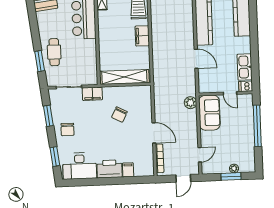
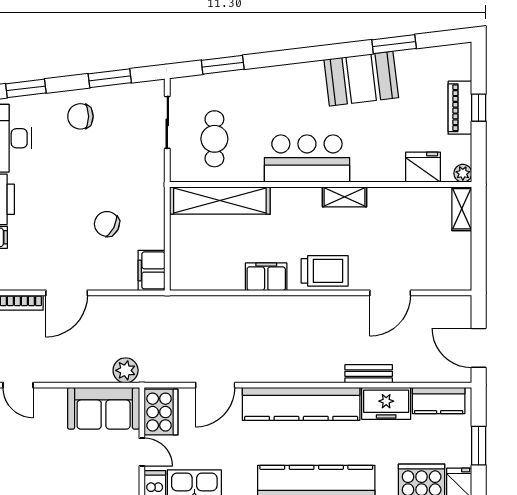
cafe table: (54, 52) -> (214, 139), moved, turned 90
shelving: (124, 77) -> (220, 201), moved, turned 90
cooker: (210, 85) -> (161, 412), added
door: (230, 93) -> (142, 452), swing flipped
filing cabinet: (92, 94) -> (152, 270), moved

